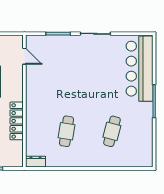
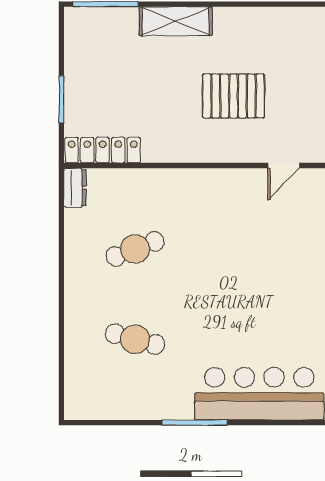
locker: (17, 121) -> (103, 150), moved
cafe table: (66, 131) -> (135, 249), turned -30

